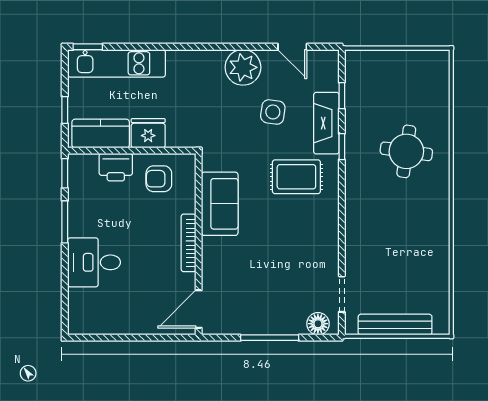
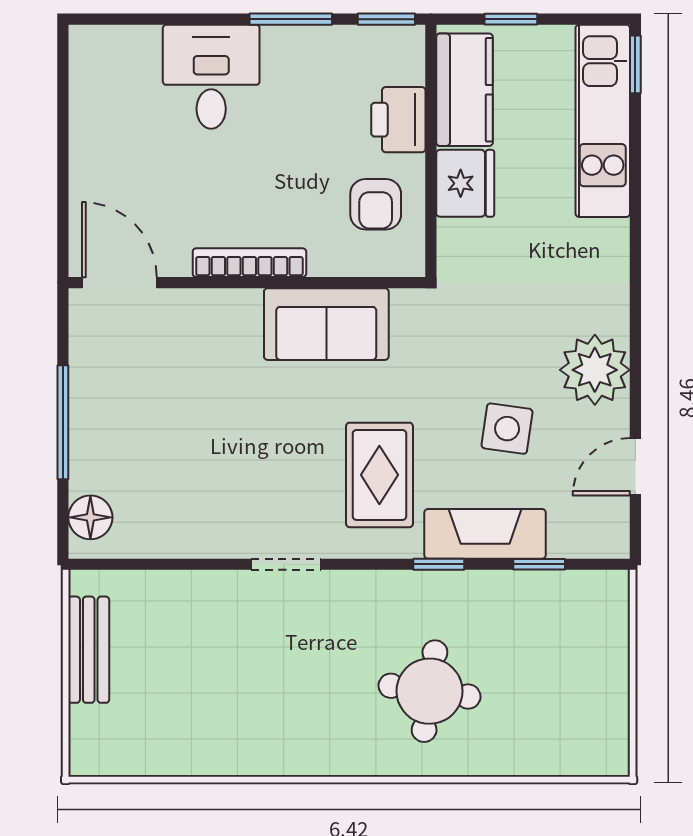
armchair: (159, 179) -> (376, 204), turned 180
doorway: (342, 294) -> (286, 564), moved
bench: (395, 325) -> (89, 650), width x0.73

